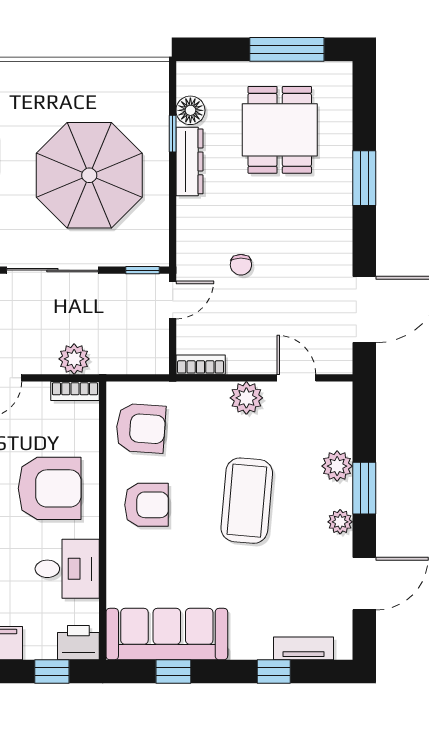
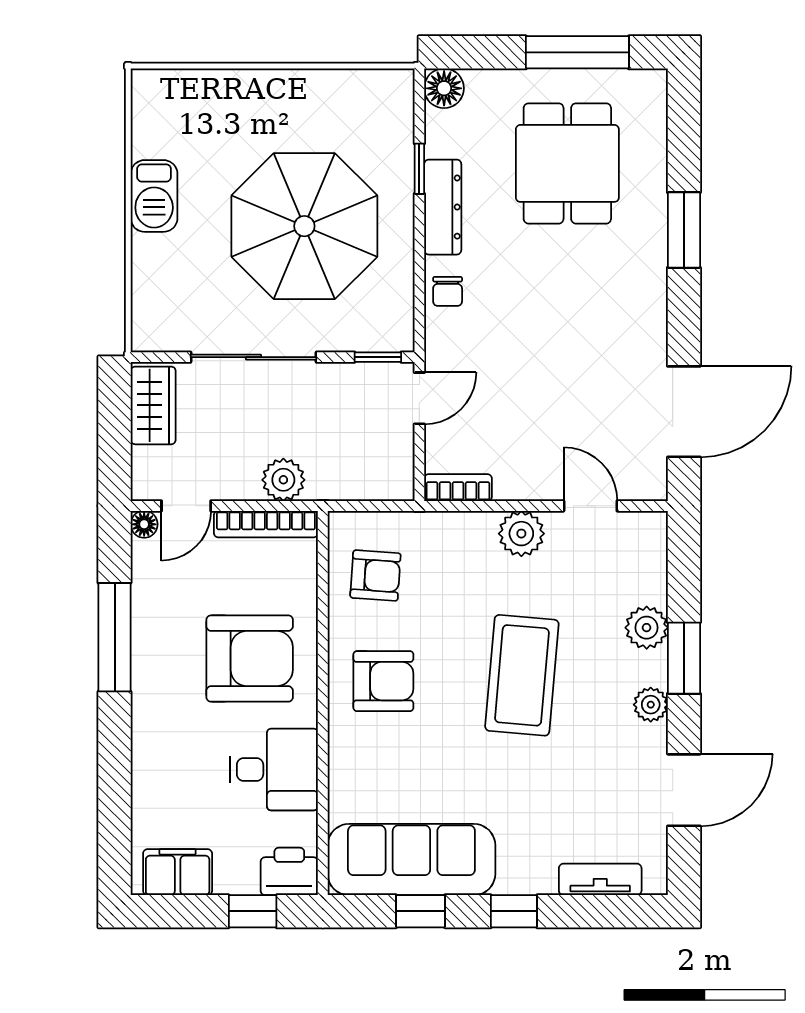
floor lamp: (190, 110) -> (444, 88), moved
chair: (241, 265) -> (448, 291), moved
bookcase: (75, 391) -> (266, 524), width x1.56
armchair: (141, 428) -> (375, 576), width x0.72, depth x0.72
window: (274, 671) -> (514, 911), moved

